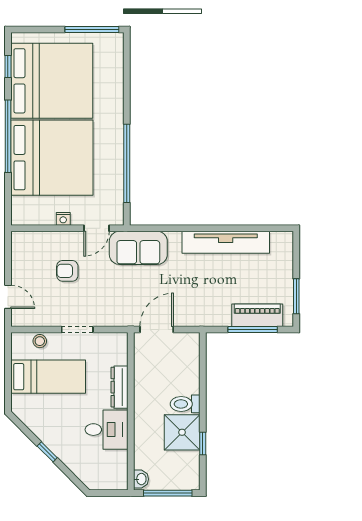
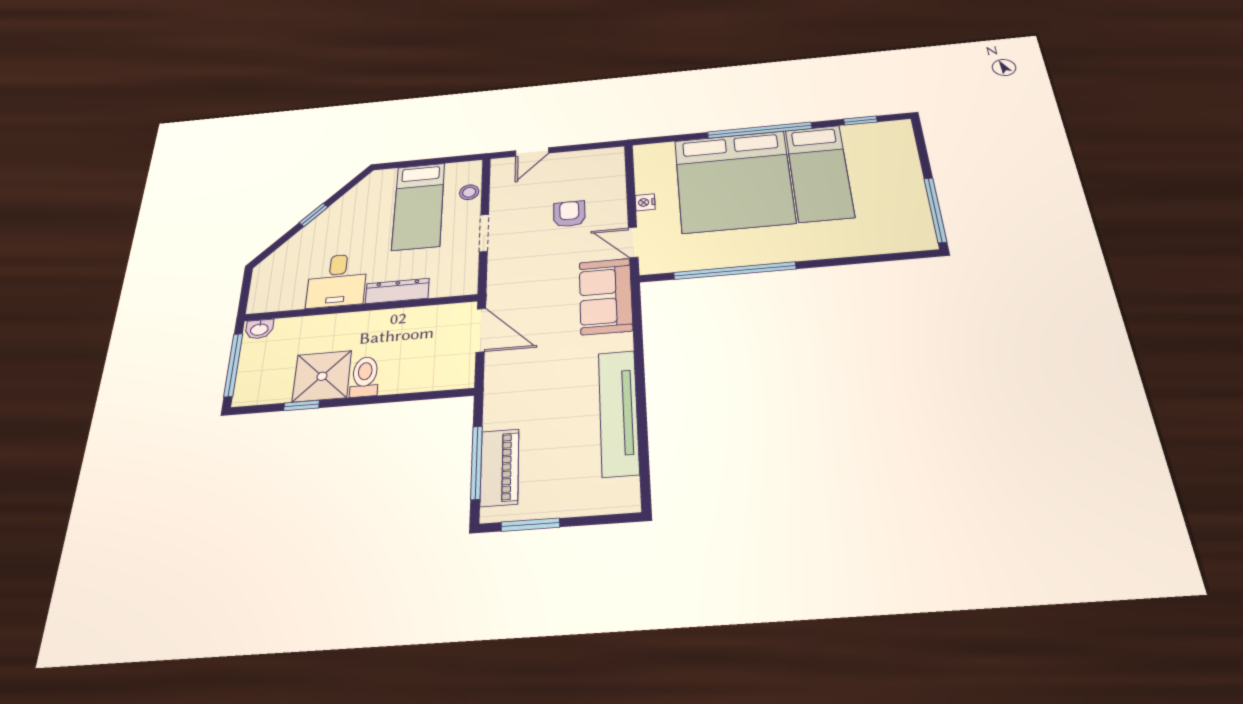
bed: (52, 81) -> (819, 173), width x0.49

